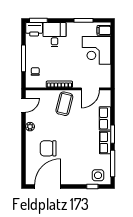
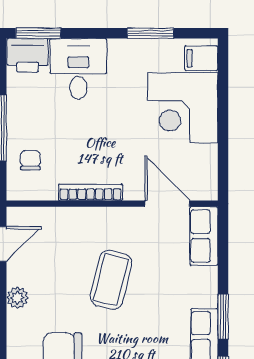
door: (90, 89) -> (167, 204), swing flipped
coffee table: (64, 104) -> (111, 280), moved
row of seats: (105, 118) -> (204, 236), moved

